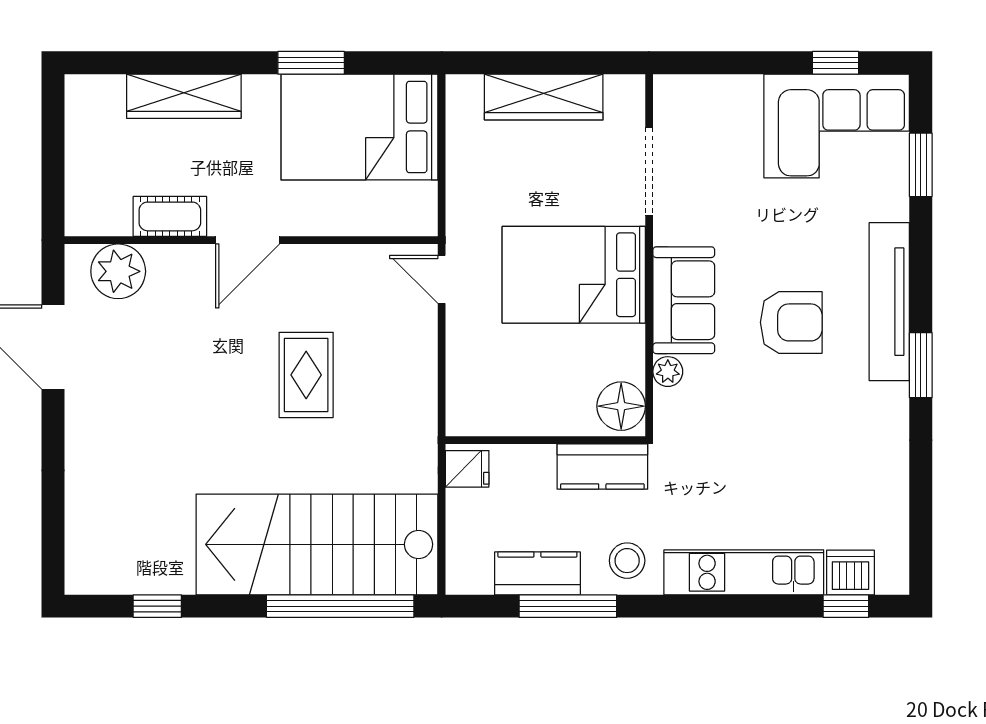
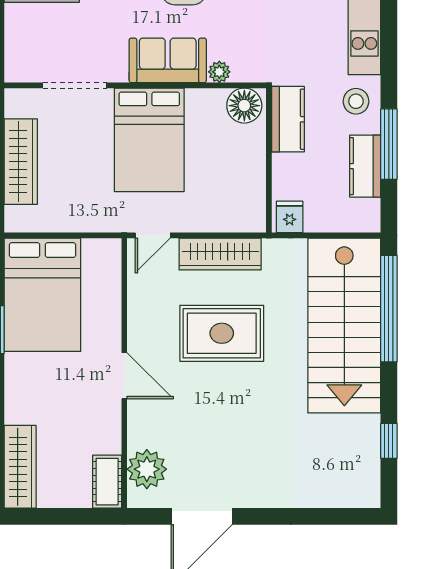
wardrobe: (184, 96) -> (20, 467), moved
cot: (170, 216) -> (107, 482), moved
wardrobe: (416, 373) -> (220, 254), added
rug: (306, 375) -> (222, 333), width x1.36, depth x1.43

